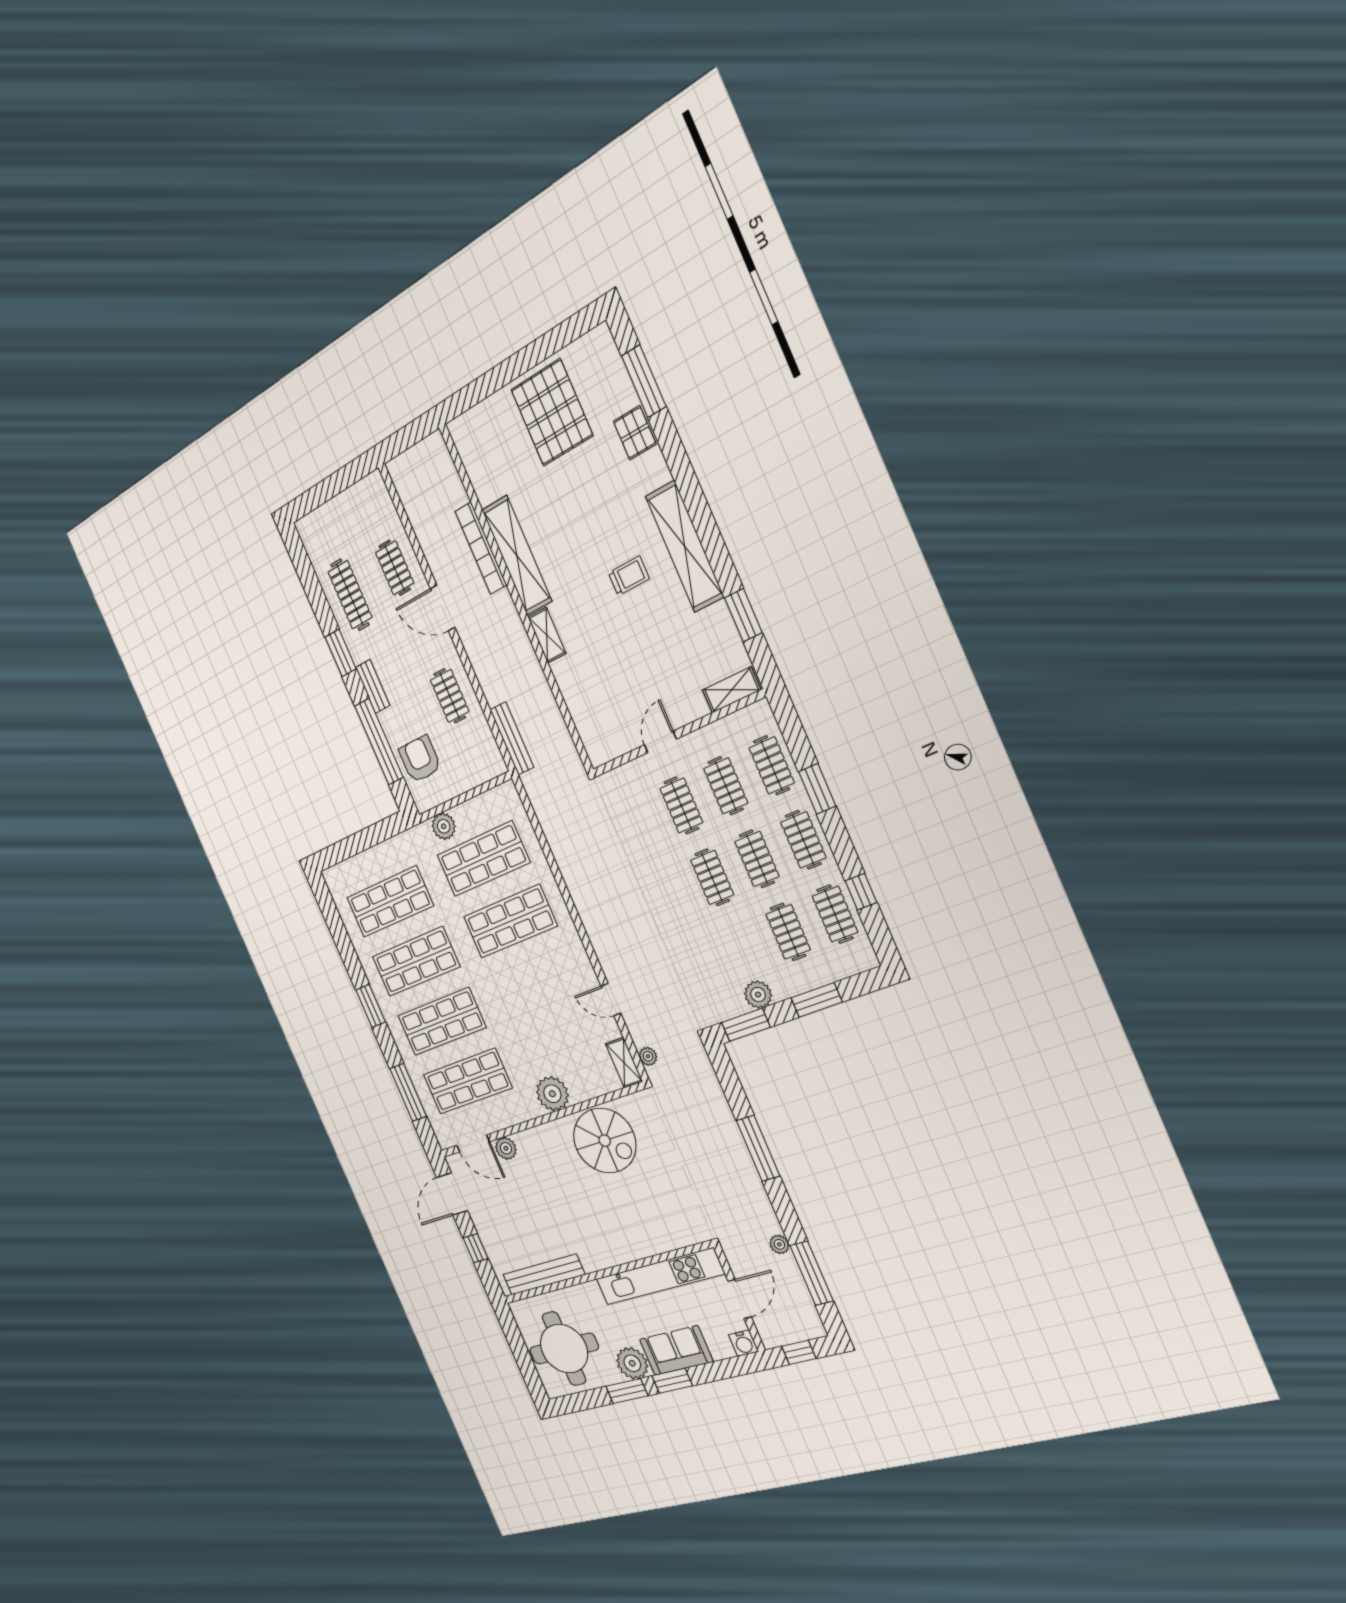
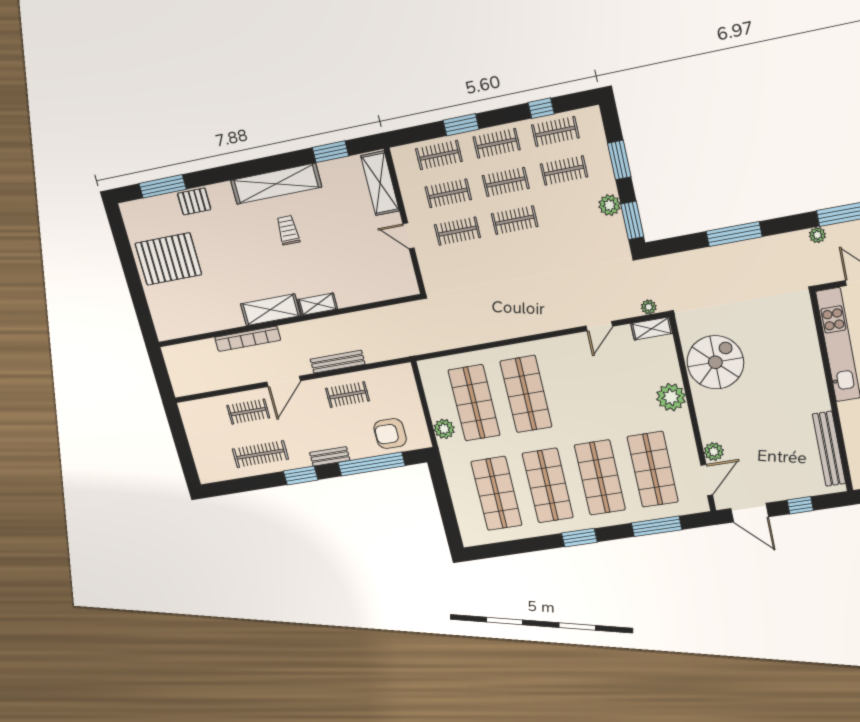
shelving: (517, 555) -> (271, 310), width x0.68
shelving: (732, 690) -> (380, 183), width x1.50, depth x1.33
bench: (512, 739) -> (338, 362), moved

